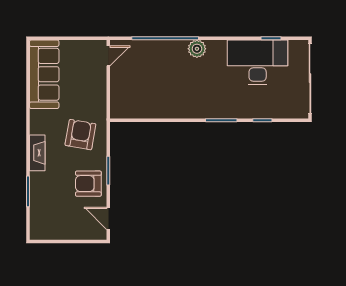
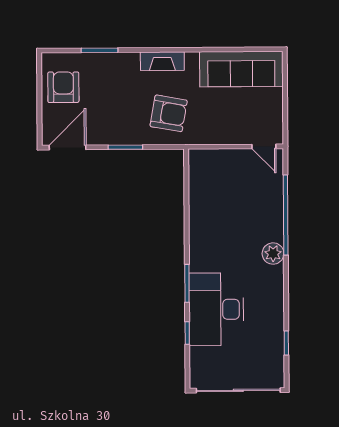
desk: (258, 62) -> (216, 309), moved, turned 180
fireplace: (37, 153) -> (162, 61), moved
armchair: (88, 184) -> (63, 87), moved
door: (108, 218) -> (68, 147), width x1.38

